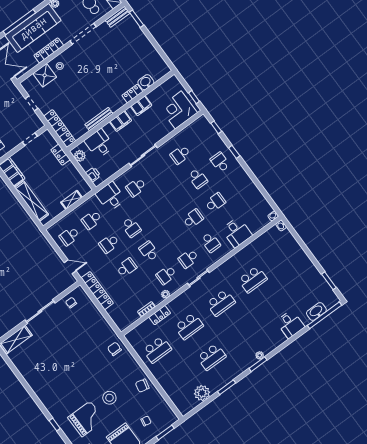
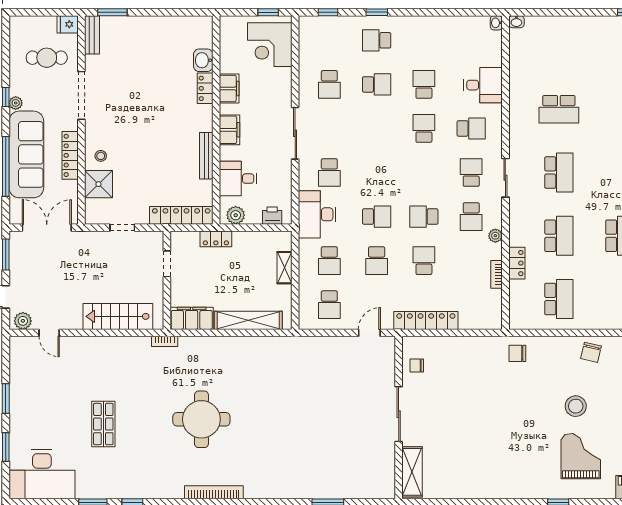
desk: (110, 197) -> (317, 214), width x1.37
school desk: (188, 259) -> (471, 173), turned 180
school desk: (253, 279) -> (559, 109), turned 90

